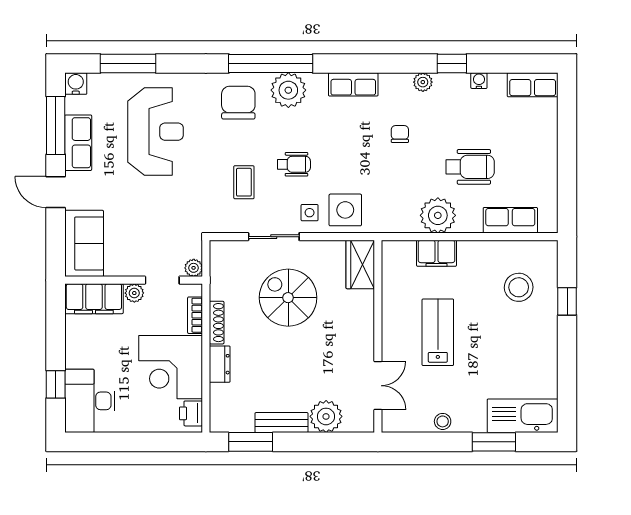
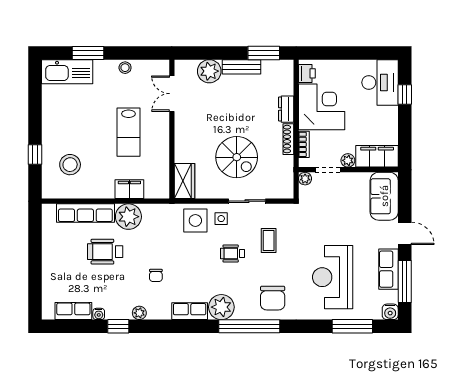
row of seats: (533, 85) -> (73, 311), moved
plant: (288, 90) -> (221, 307), moved
row of seats: (510, 220) -> (85, 213), width x1.48

